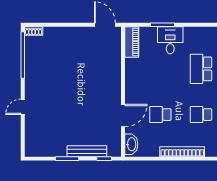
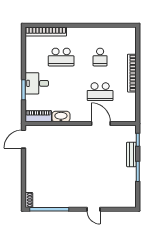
school desk: (160, 115) -> (100, 92), width x1.85
washbasin: (131, 144) -> (61, 117), moved
bench: (87, 151) -> (131, 154), width x0.73

